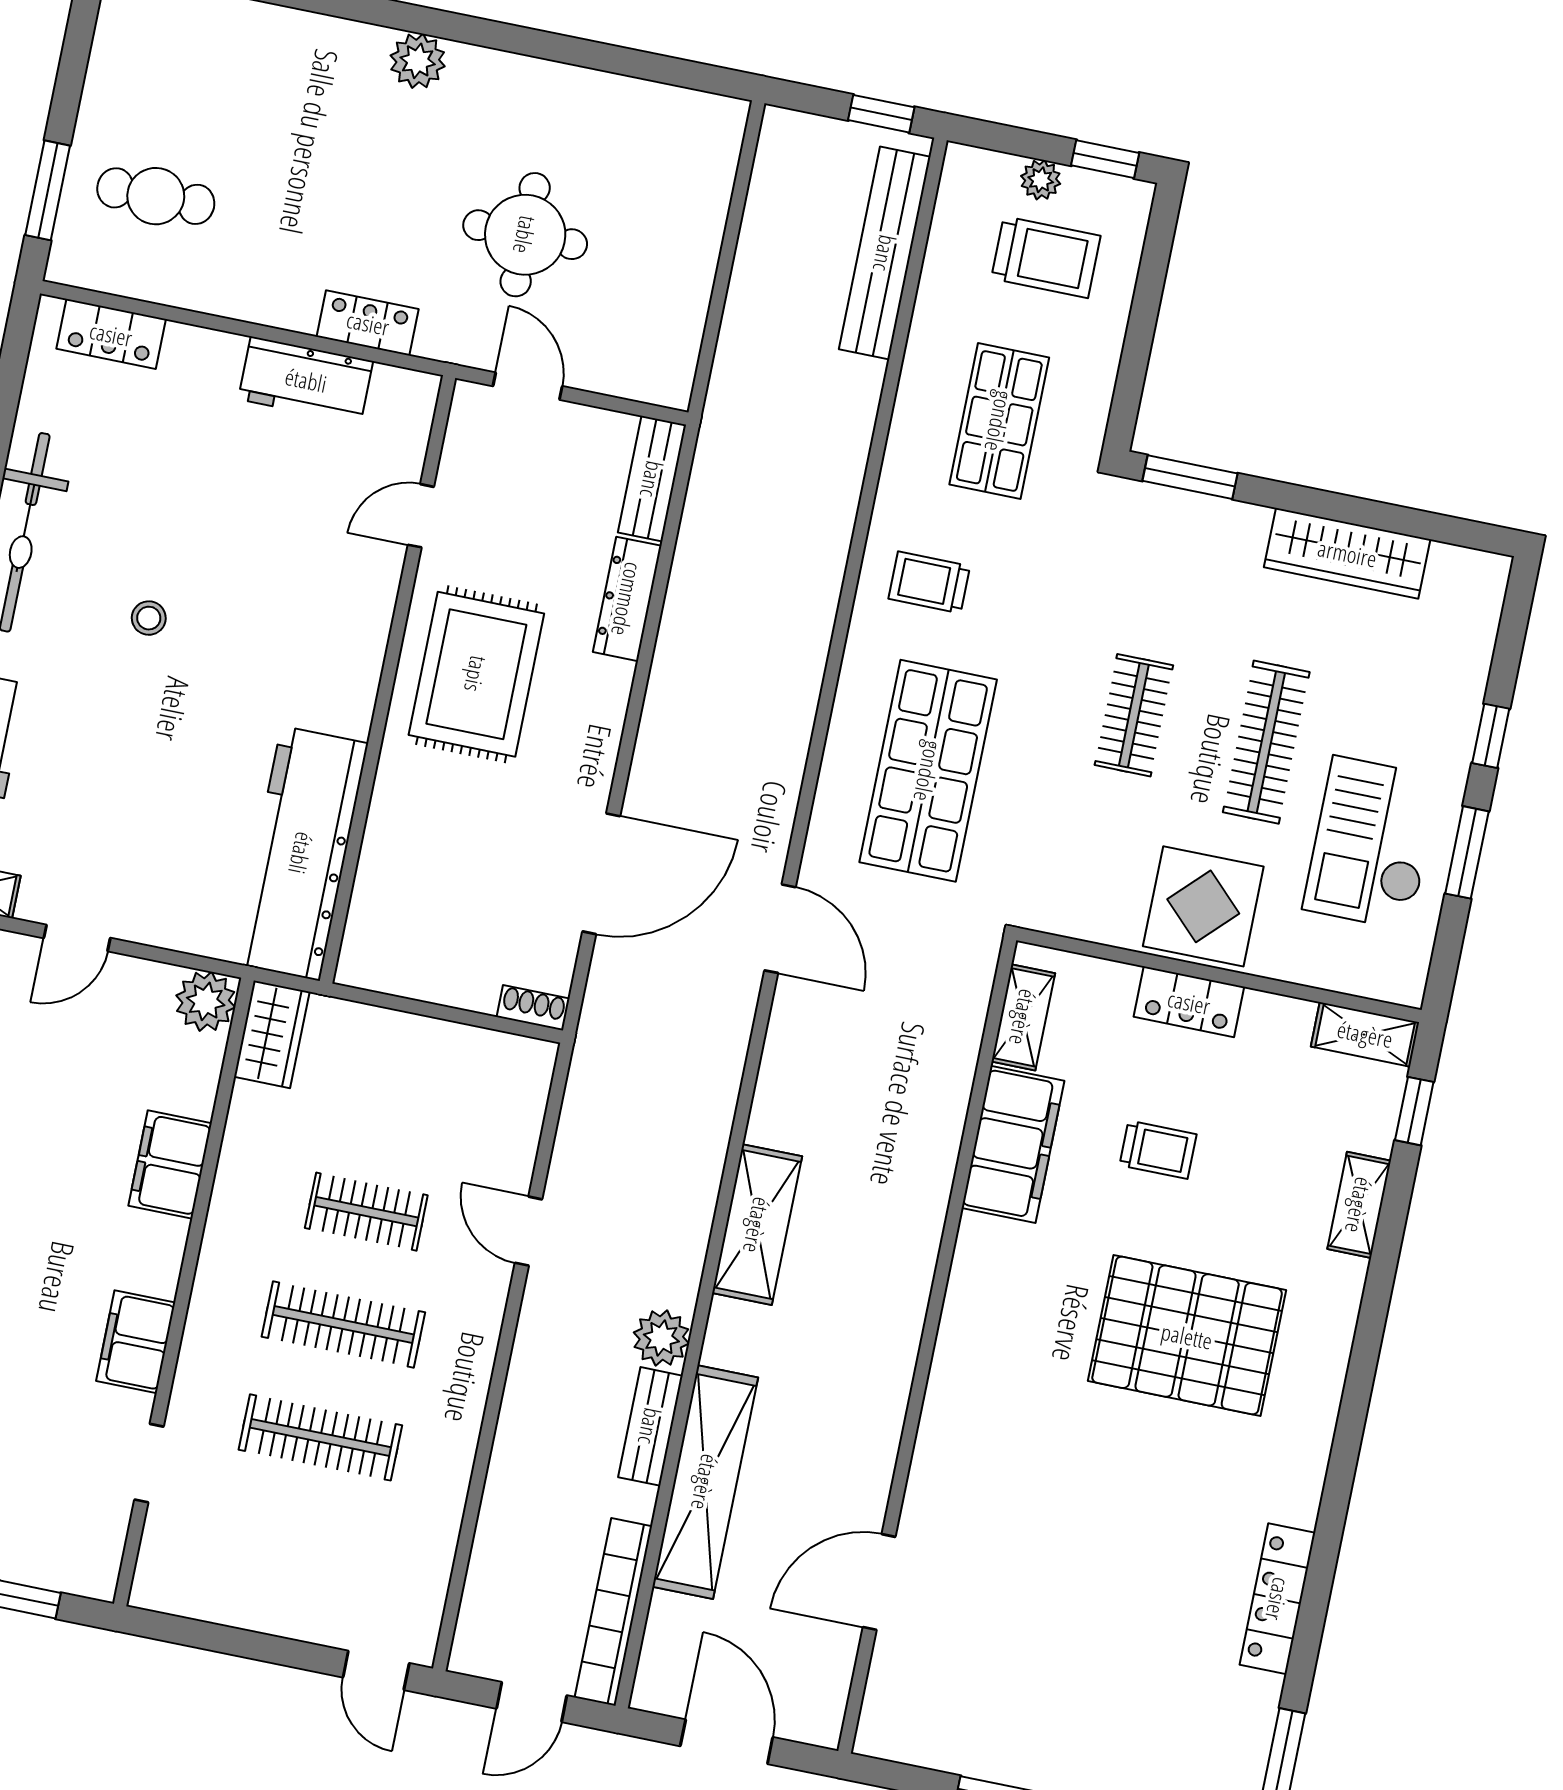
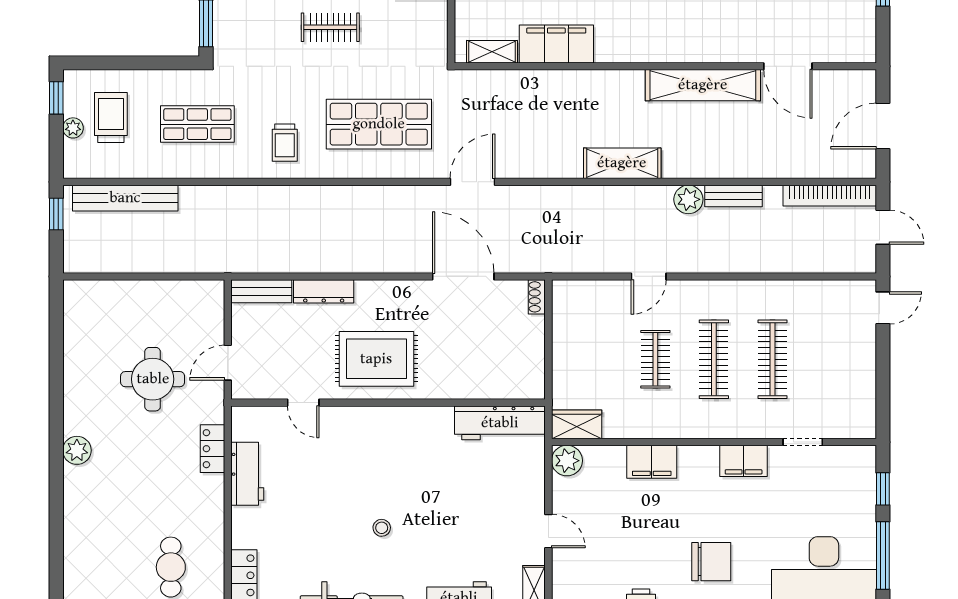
workbench: (301, 853) -> (500, 423), width x0.73, depth x0.76
shelving: (705, 1482) -> (703, 85), moved

